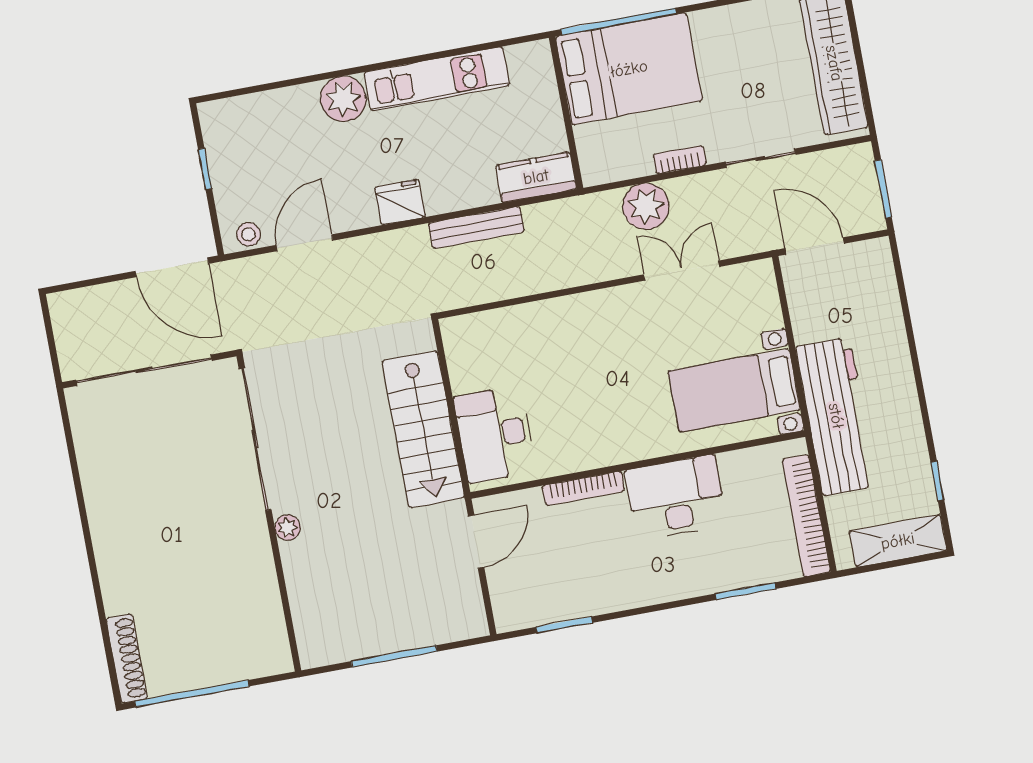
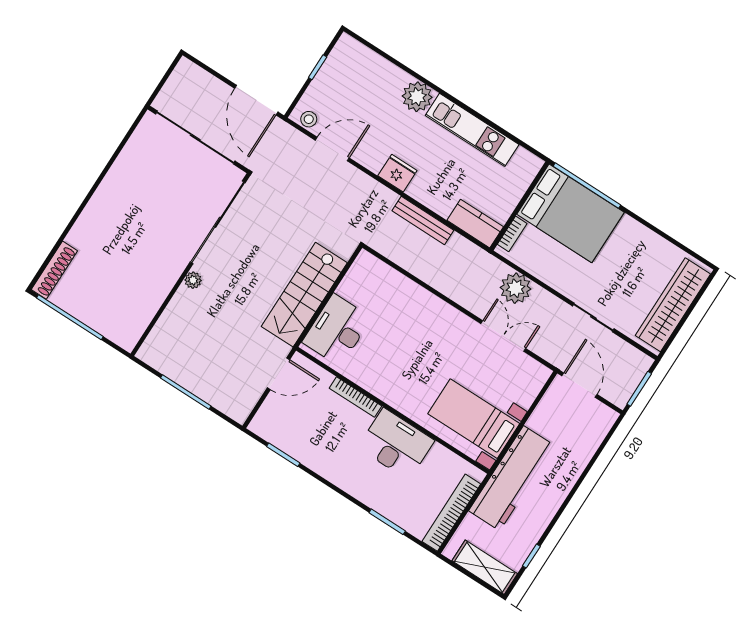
bookcase: (680, 160) -> (512, 234), moved, turned 90

